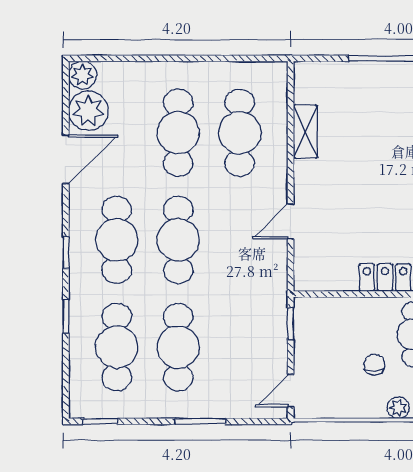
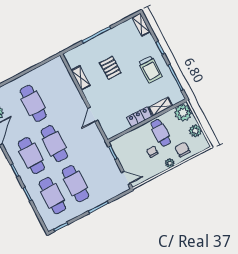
cafe table: (240, 133) -> (56, 91), removed
pallet: (379, 143) -> (110, 68), added
door: (291, 391) -> (126, 178), swing flipped

